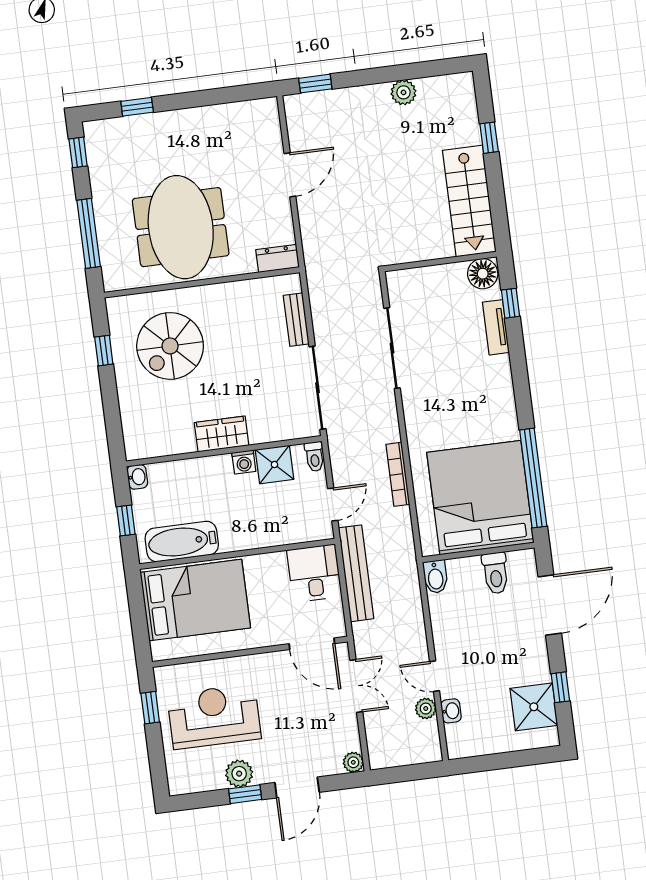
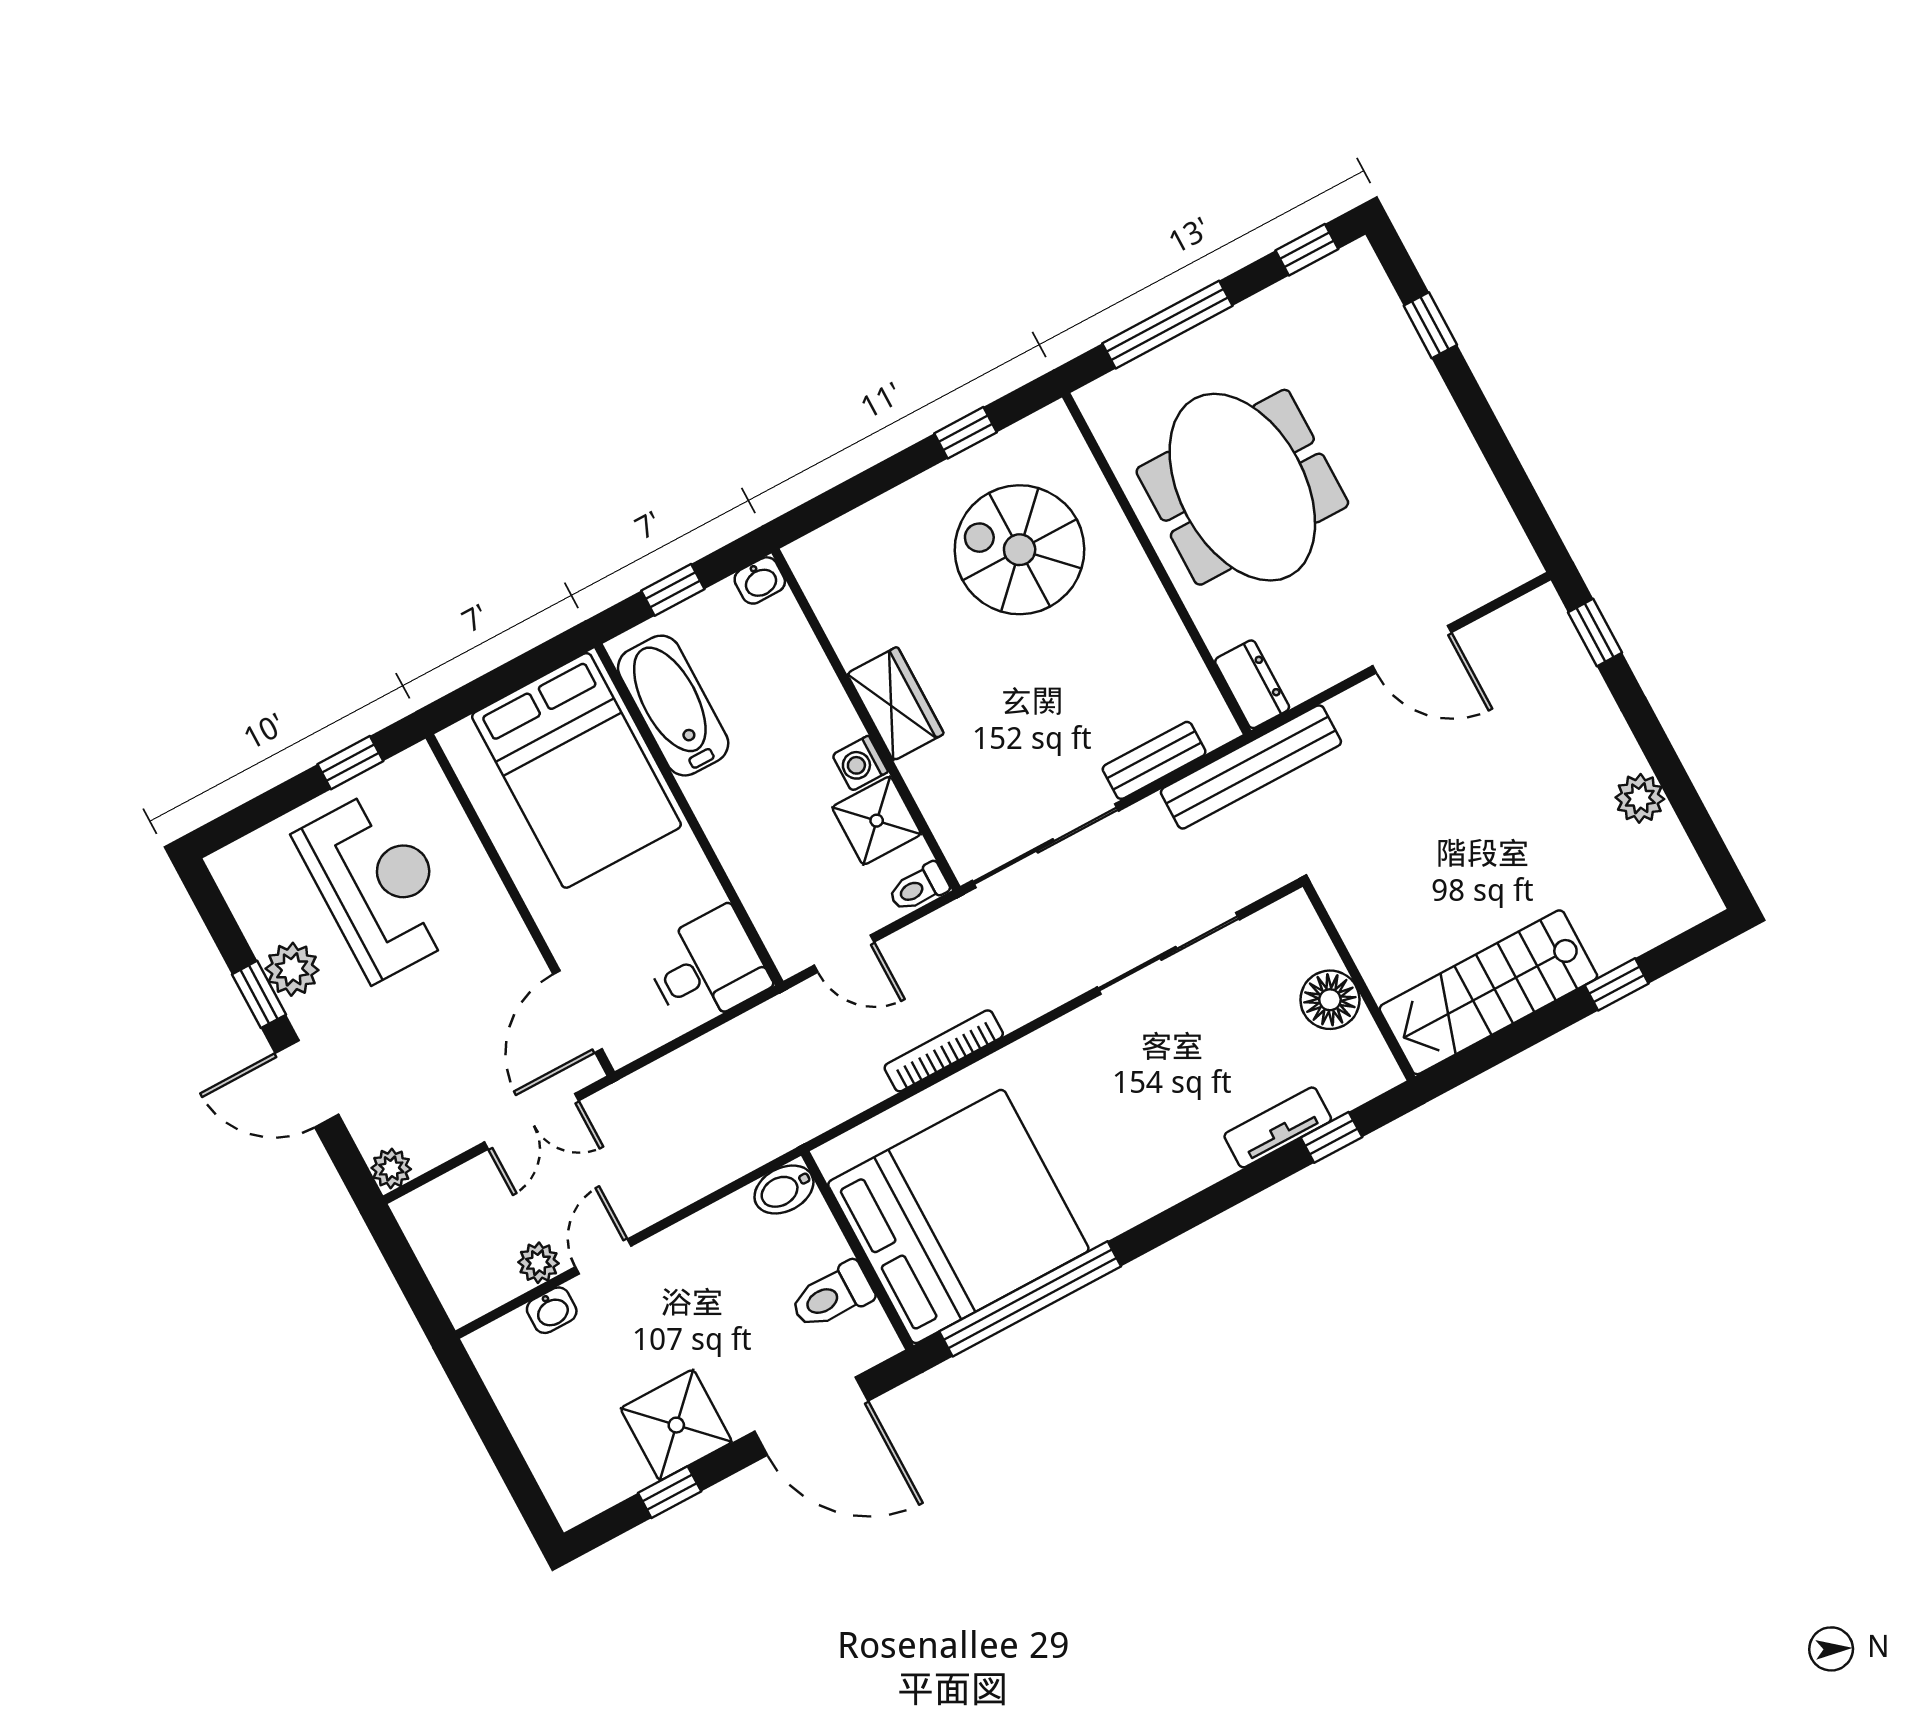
meeting table: (181, 227) -> (1242, 487), turned 90
floor lamp: (483, 274) -> (1330, 1000), moved
bench: (356, 573) -> (1251, 767), moved
shower: (534, 707) -> (676, 1425), moved

